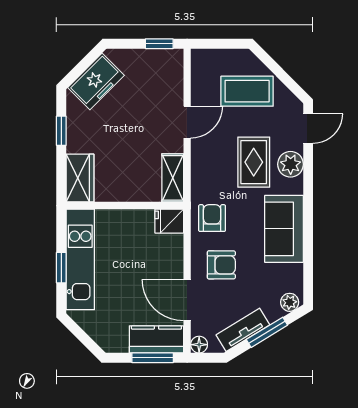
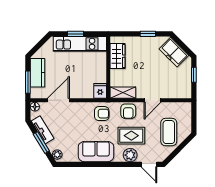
window: (159, 44) -> (194, 75), moved
door: (187, 122) -> (152, 100), hinge flipped
wardrobe: (80, 178) -> (118, 56), moved, turned -90
armchair: (221, 265) -> (128, 111), moved
kitchen counter: (156, 339) -> (38, 73), moved

